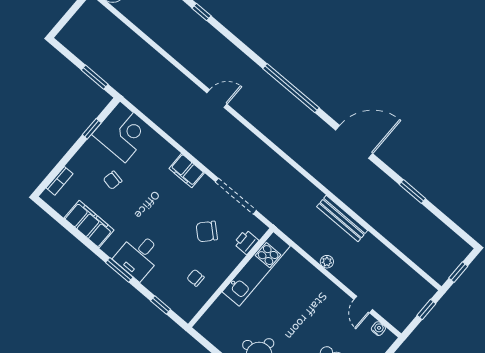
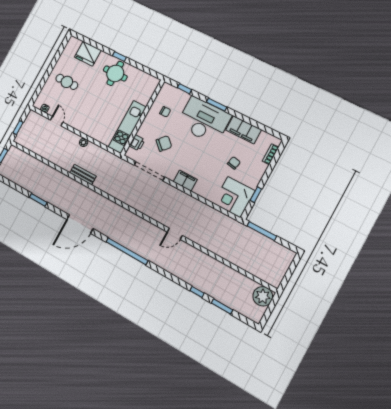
window: (95, 77) -> (262, 231), width x1.44
bench: (342, 219) -> (83, 175), width x0.73
desk: (138, 256) -> (204, 120), width x1.87, depth x1.30

